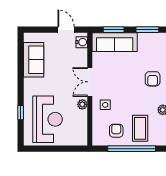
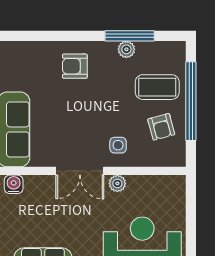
armchair: (153, 79) -> (75, 66), turned 180
armchair: (116, 131) -> (161, 127), turned -105

